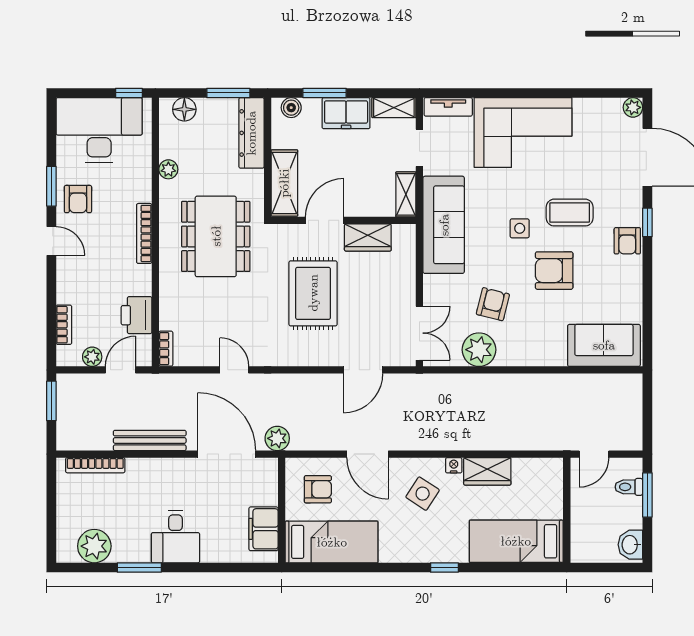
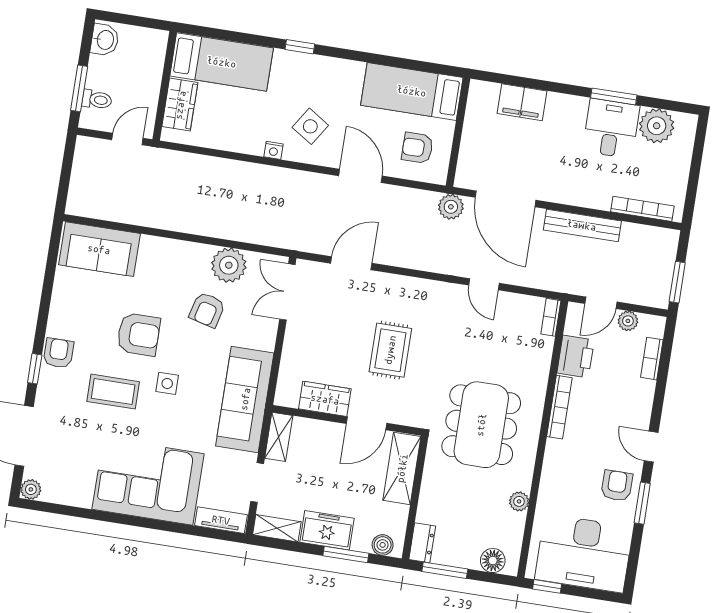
dresser: (251, 133) -> (422, 543), width x0.51, depth x0.80
bookcase: (144, 233) -> (559, 407), moved
rug: (313, 293) -> (390, 350), width x0.73, depth x0.70
wardrobe: (487, 471) -> (180, 105), moved, turned 90
filing cabinet: (263, 529) -> (522, 102), moved, turned 90
desk: (175, 537) -> (611, 128), moved

